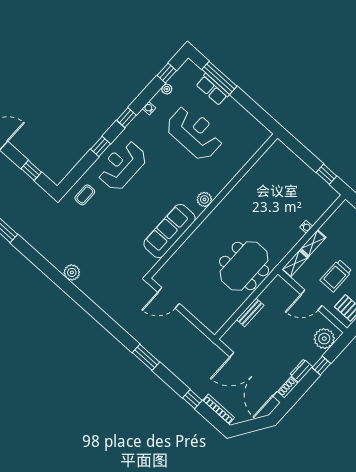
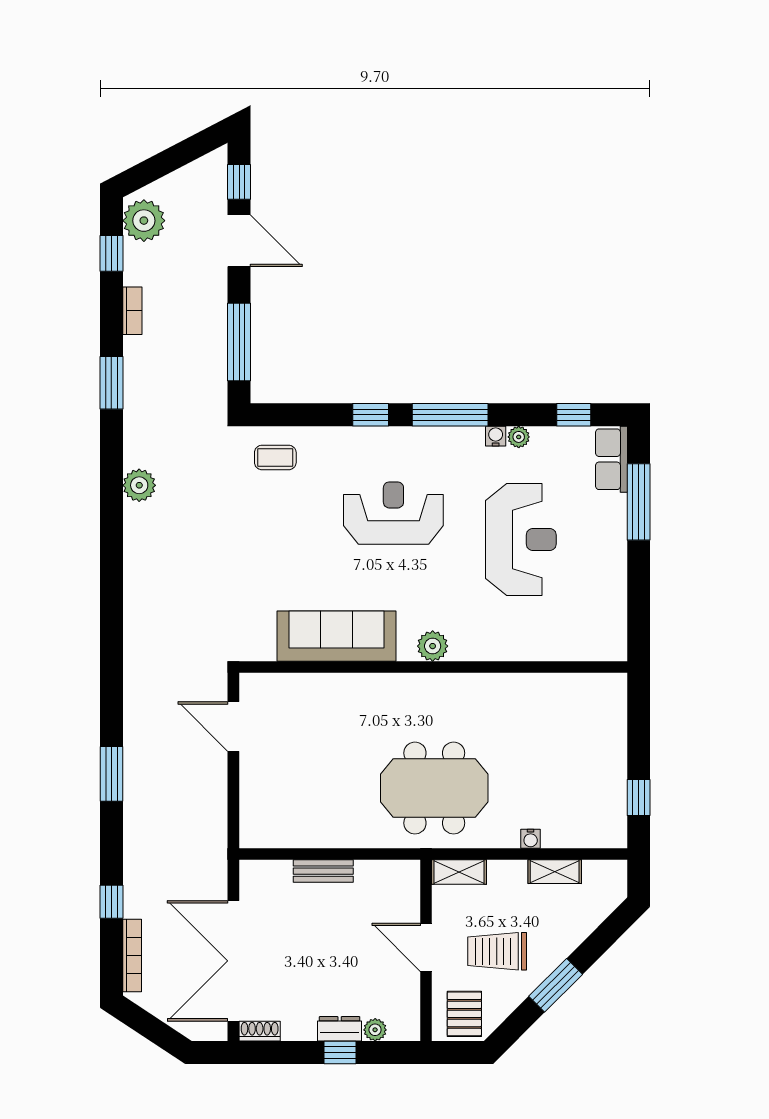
plant: (167, 89) -> (519, 437), moved
row of seats: (213, 89) -> (611, 459), moved
window: (126, 118) -> (450, 415), width x2.17
reception desk: (122, 165) -> (393, 513), moved
window: (31, 170) -> (239, 342), width x2.17
shelving: (313, 243) -> (555, 872), moved
meeting table: (244, 266) -> (434, 788), moved
plant: (72, 272) -> (139, 485), moved
plant: (324, 339) -> (375, 1030), width x0.53, depth x0.53
dresser: (301, 371) -> (340, 1029), moved

